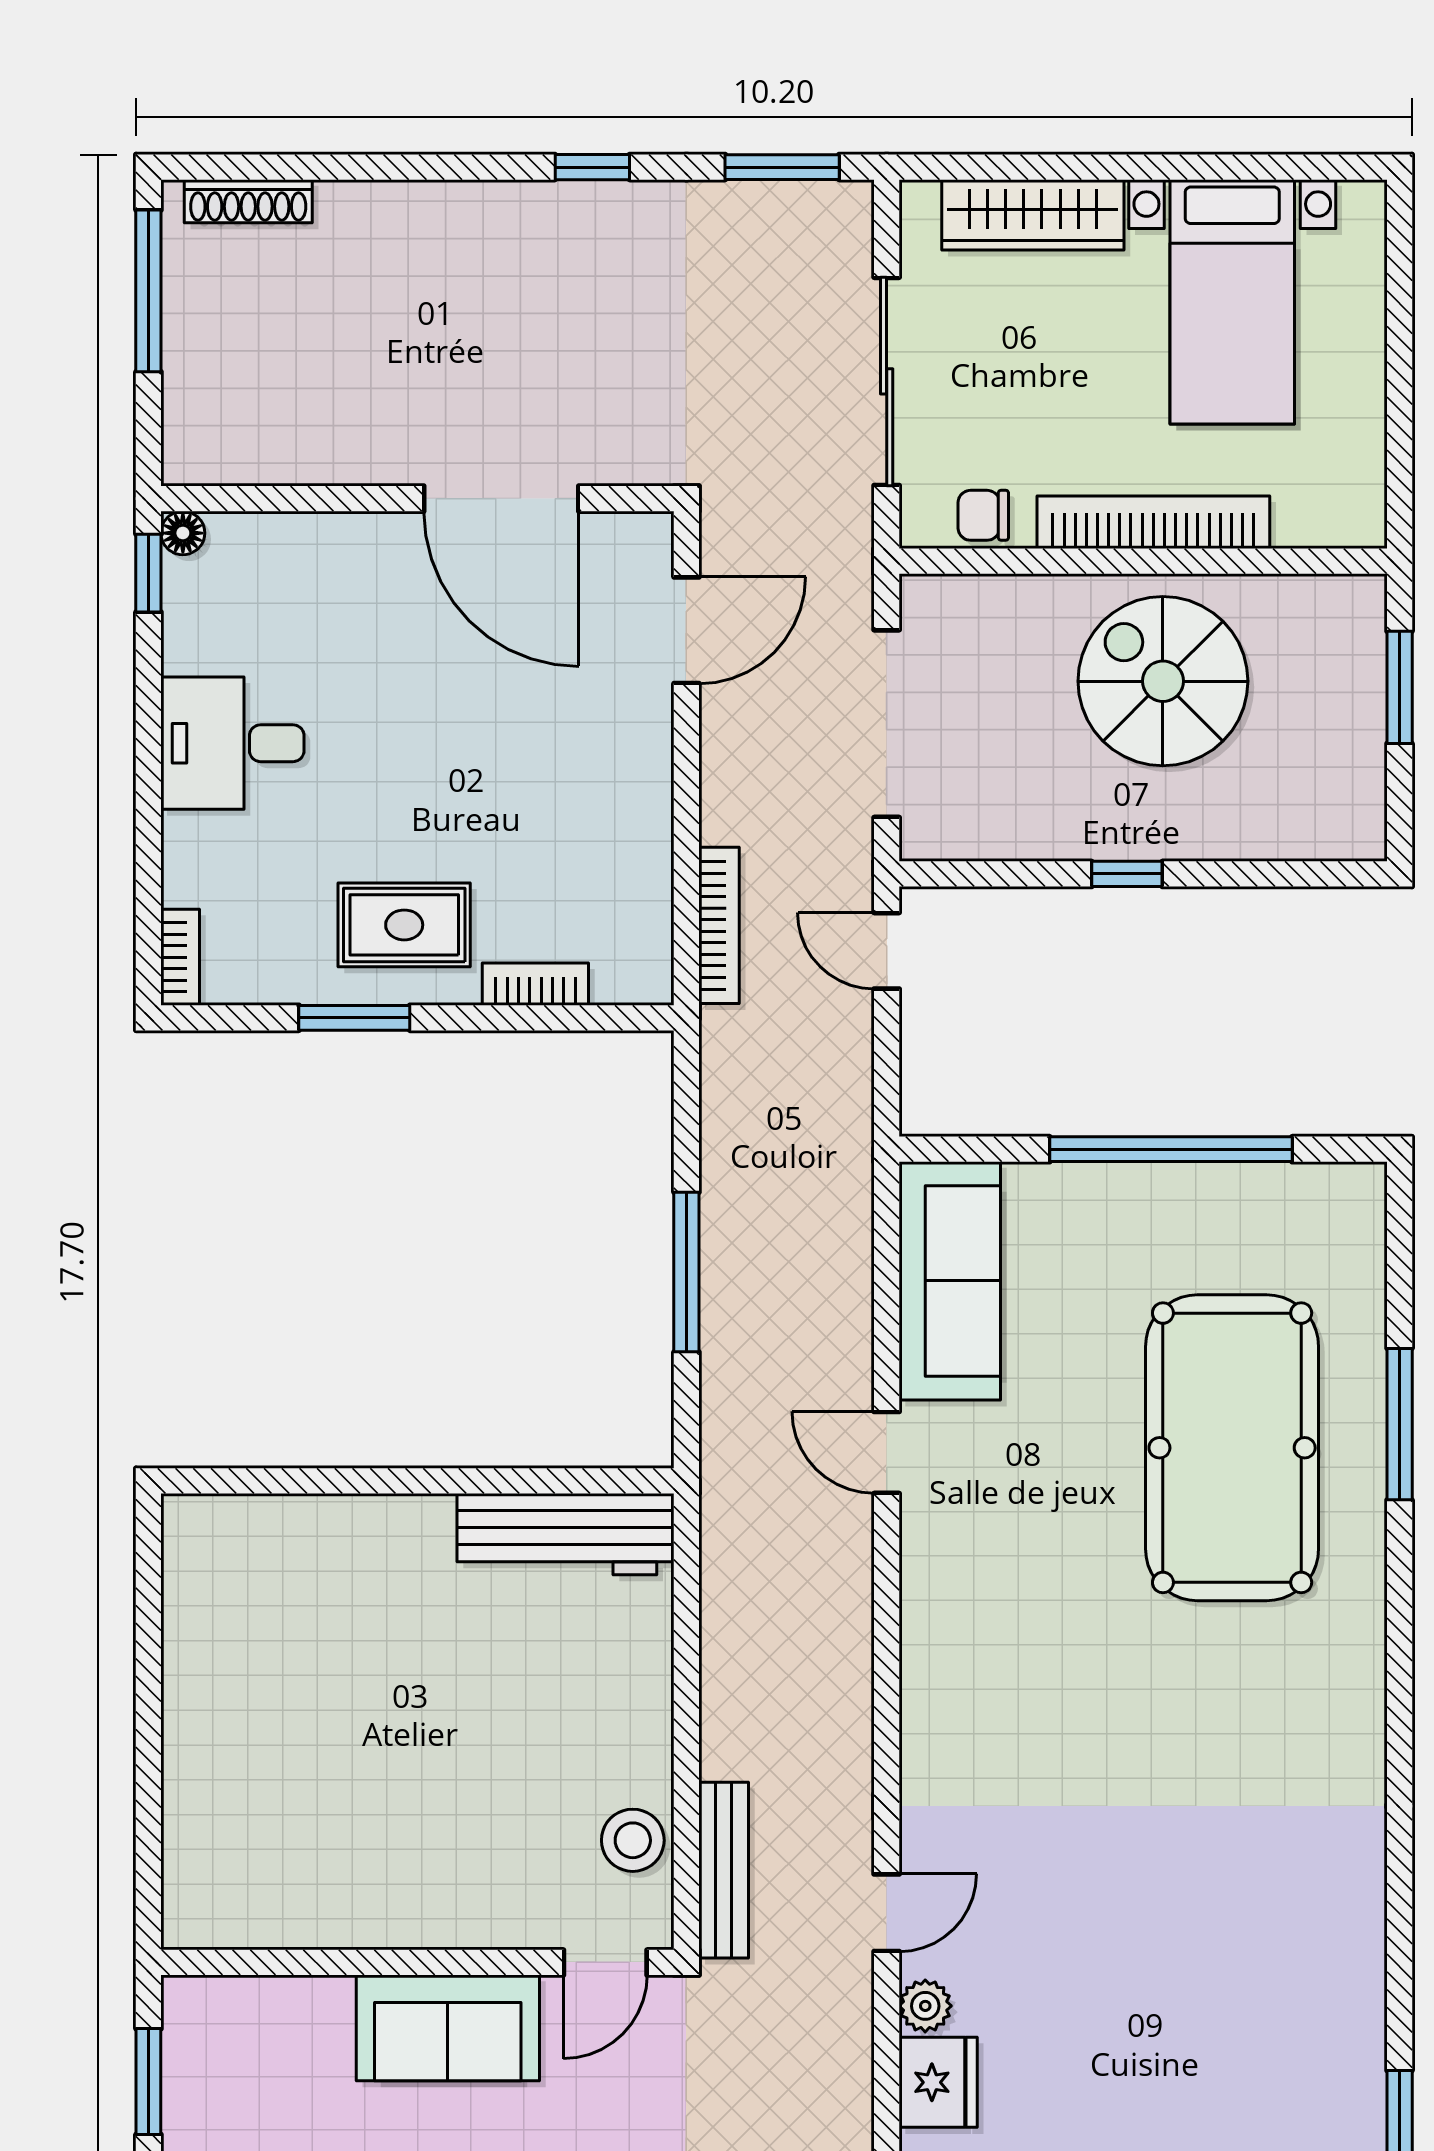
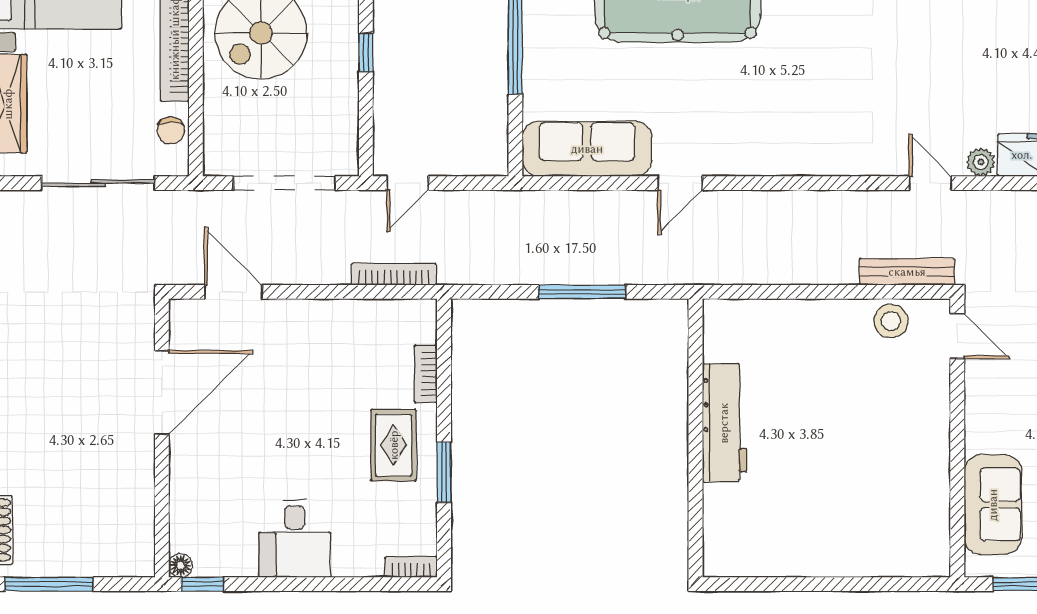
workbench: (565, 1534) -> (724, 423), moved
sofa: (448, 2028) -> (993, 505), moved

